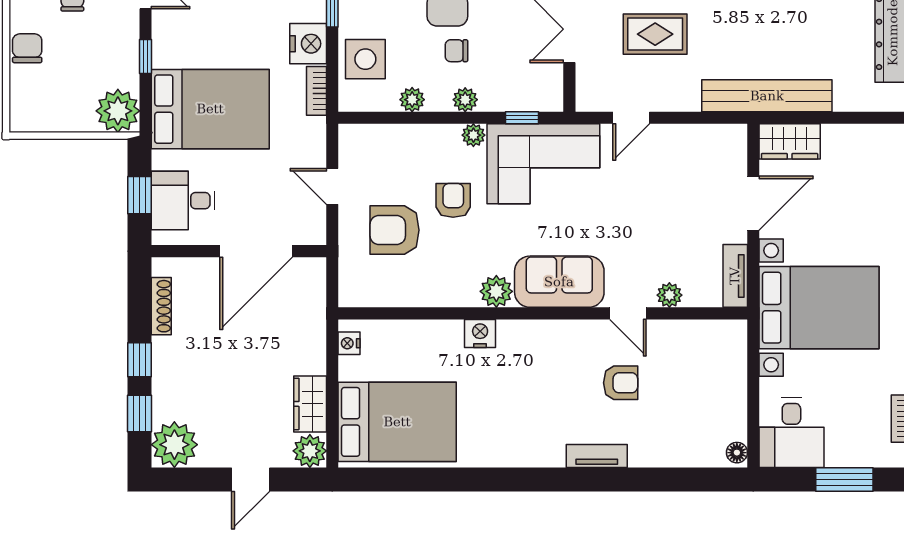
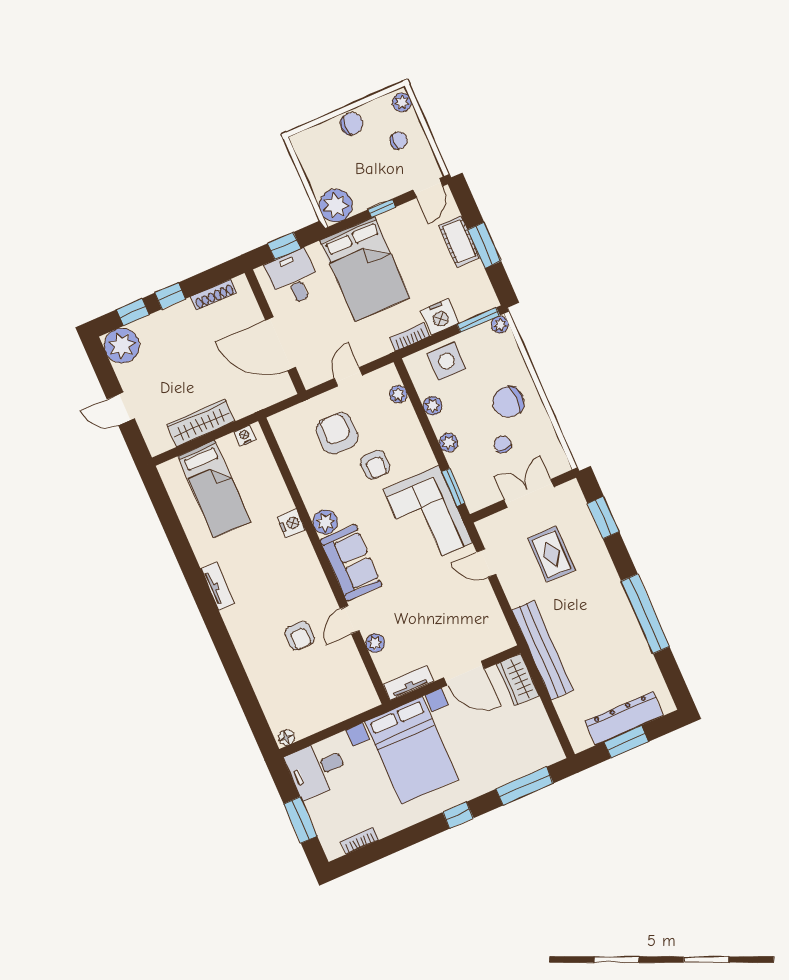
chair: (456, 51) -> (503, 444), moved
window: (522, 118) -> (453, 487), width x1.50
plant: (473, 135) -> (398, 394), moved
armchair: (453, 200) -> (375, 465), turned 90
wardrobe: (310, 404) -> (201, 423), width x1.50
bed: (397, 422) -> (214, 489), width x0.67
plant: (310, 451) -> (158, 441), removed
tv unit: (597, 456) -> (218, 586), moved

